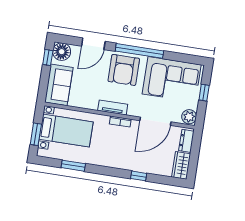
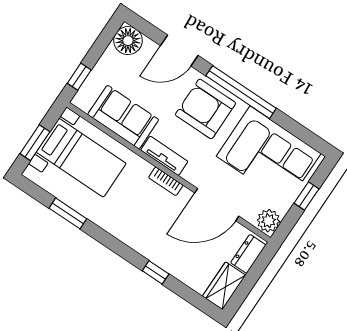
window: (48, 58) -> (79, 77), moved
armchair: (124, 70) -> (206, 109), turned 90
sofa: (59, 85) -> (123, 117), moved, turned -90

